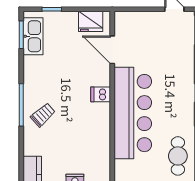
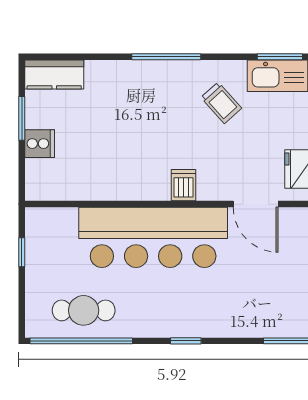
door: (112, 50) -> (256, 204), swing flipped
trolley: (43, 115) -> (221, 103), moved

